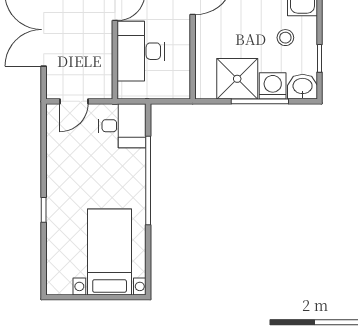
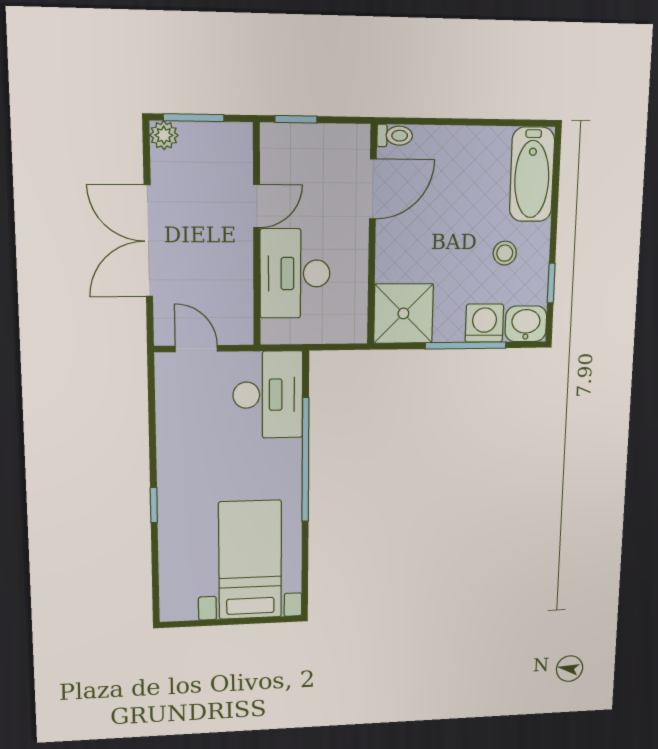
shower: (237, 79) -> (403, 313), moved
door: (74, 101) -> (196, 349), swing flipped
desk: (122, 126) -> (268, 395), width x1.37

